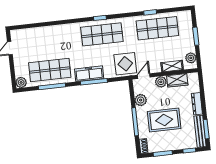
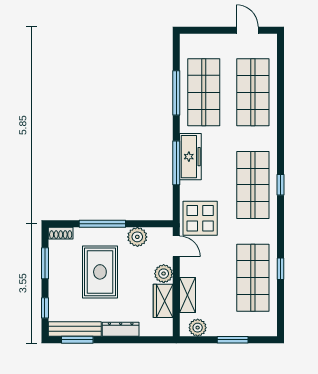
shop shelf: (46, 41) -> (253, 92), added
plant: (21, 82) -> (189, 43), removed

